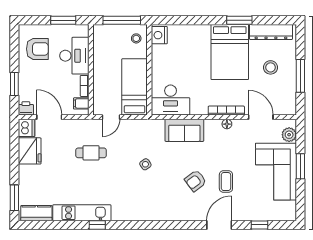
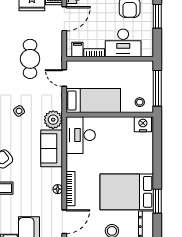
window: (63, 20) -> (157, 16), moved
plant: (154, 129) -> (53, 120), added
cafe table: (91, 153) -> (30, 59), width x1.37, depth x1.35

